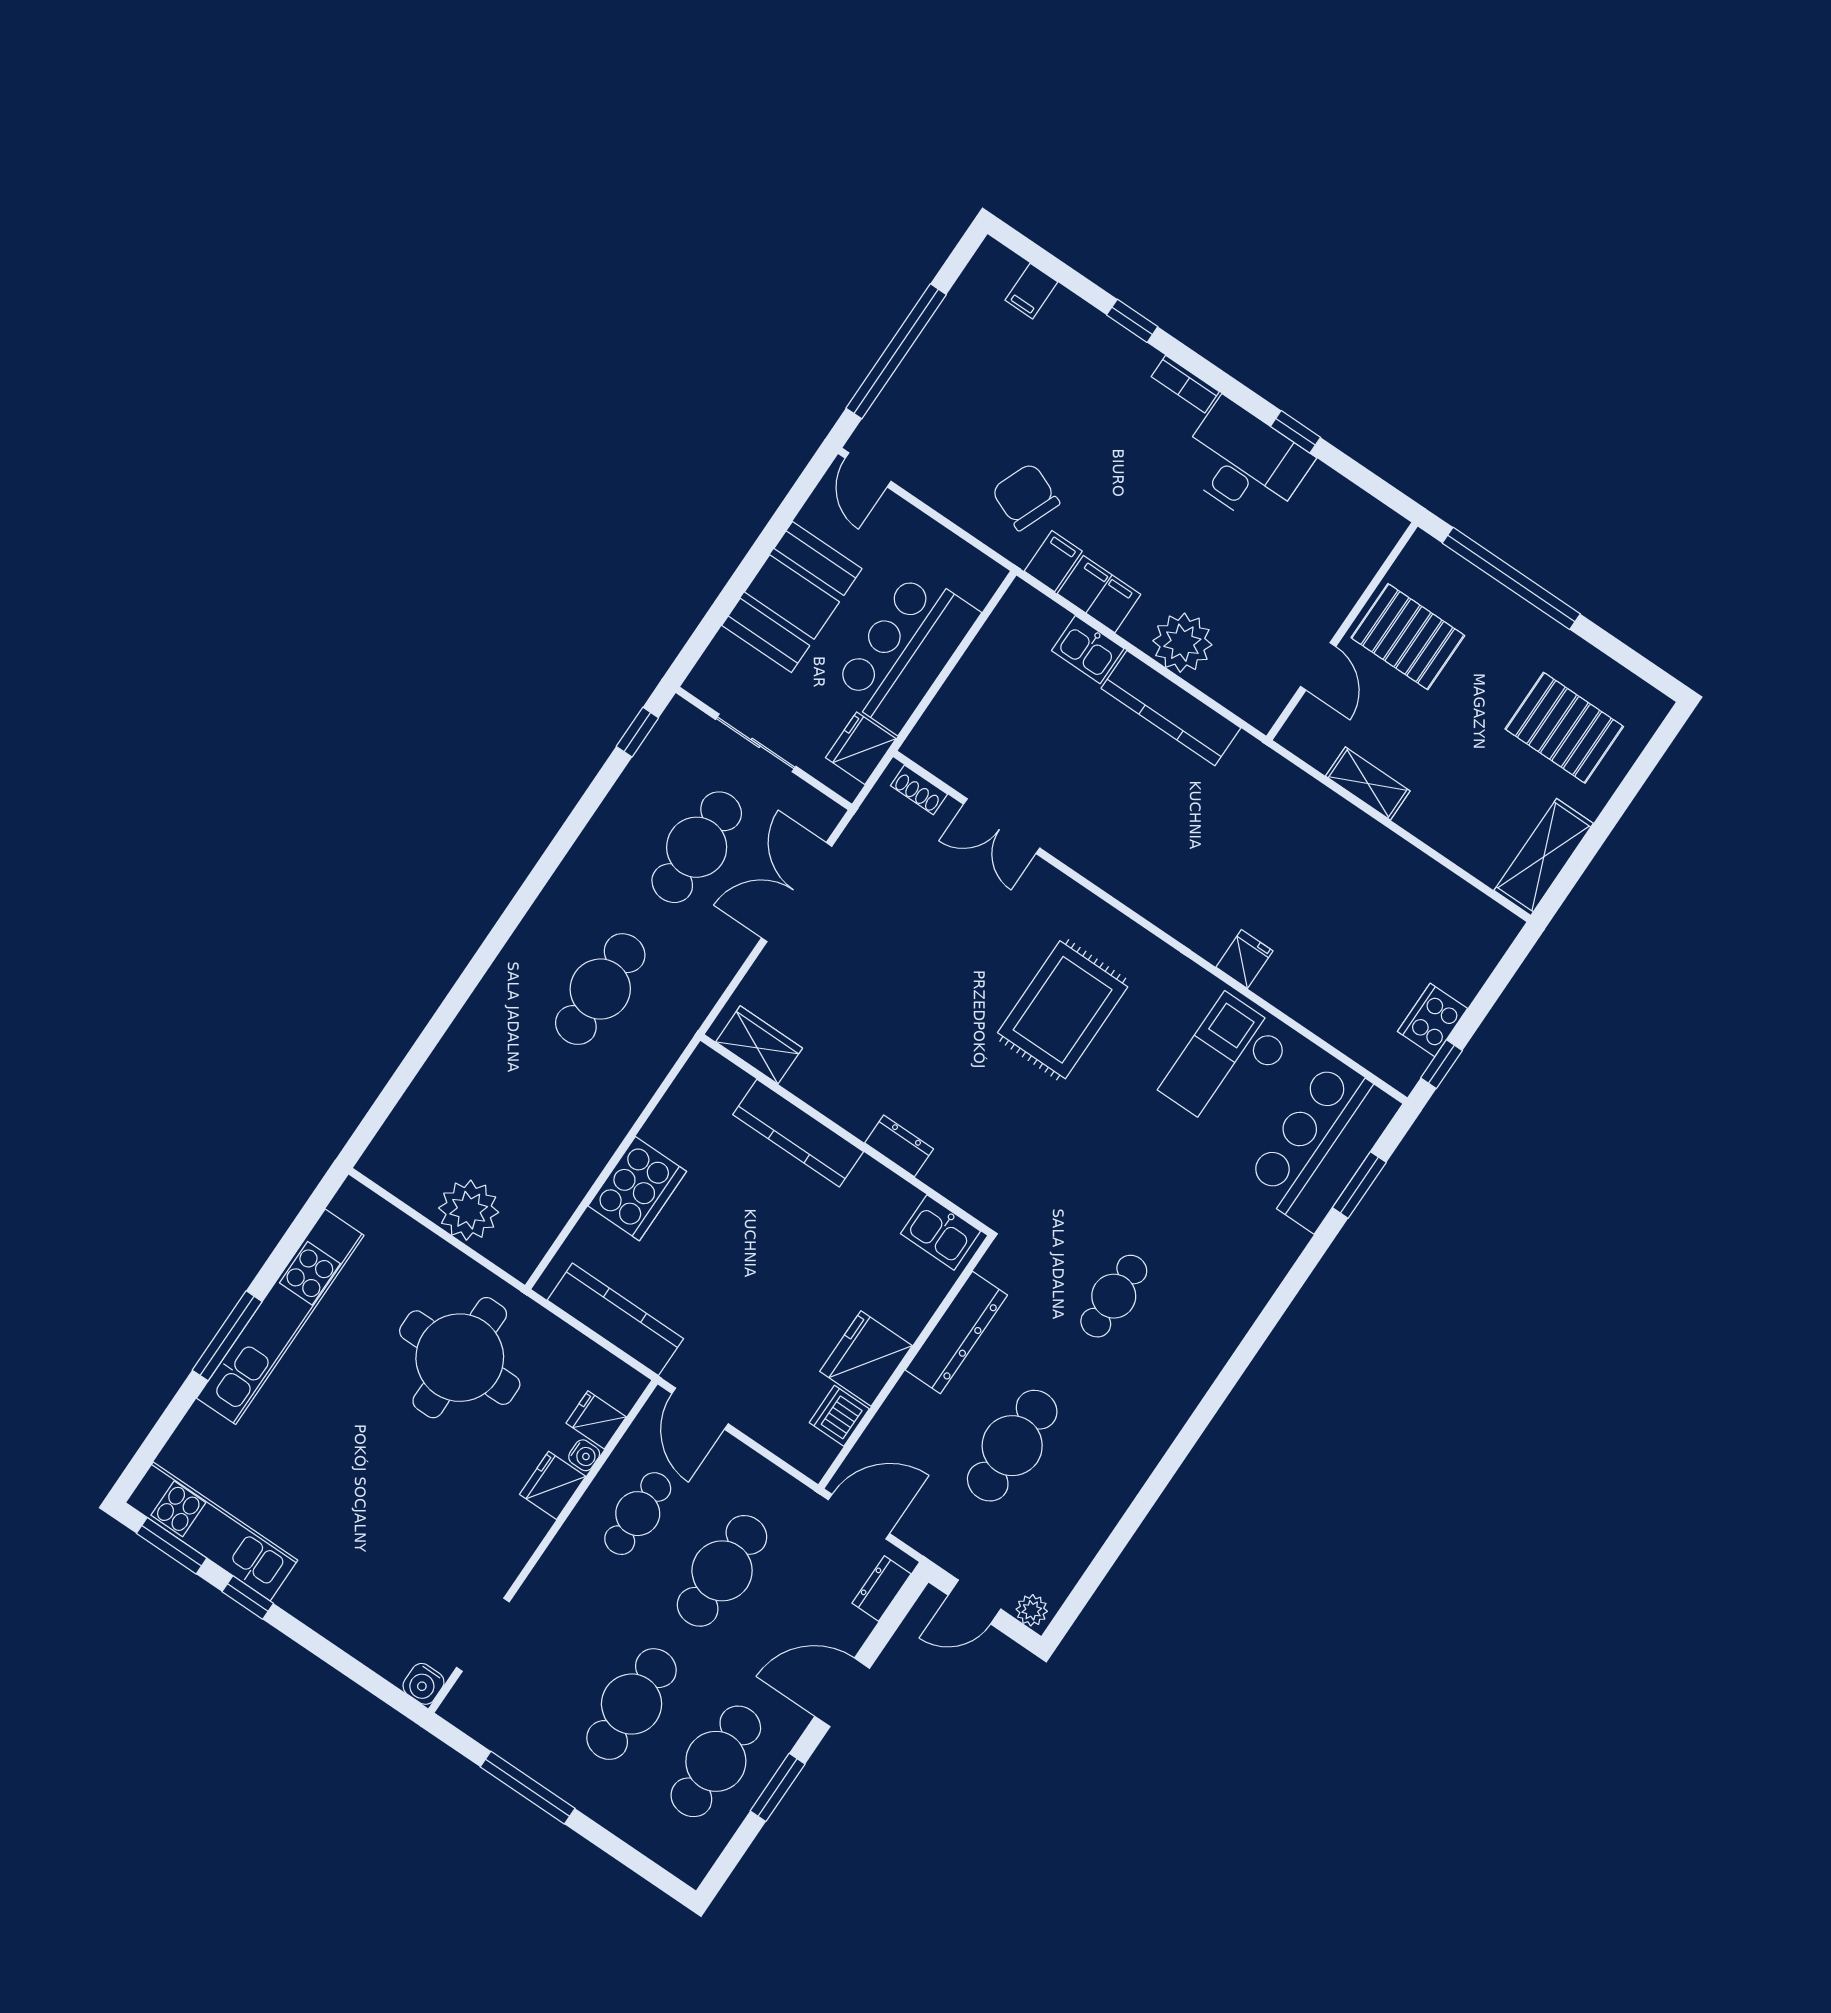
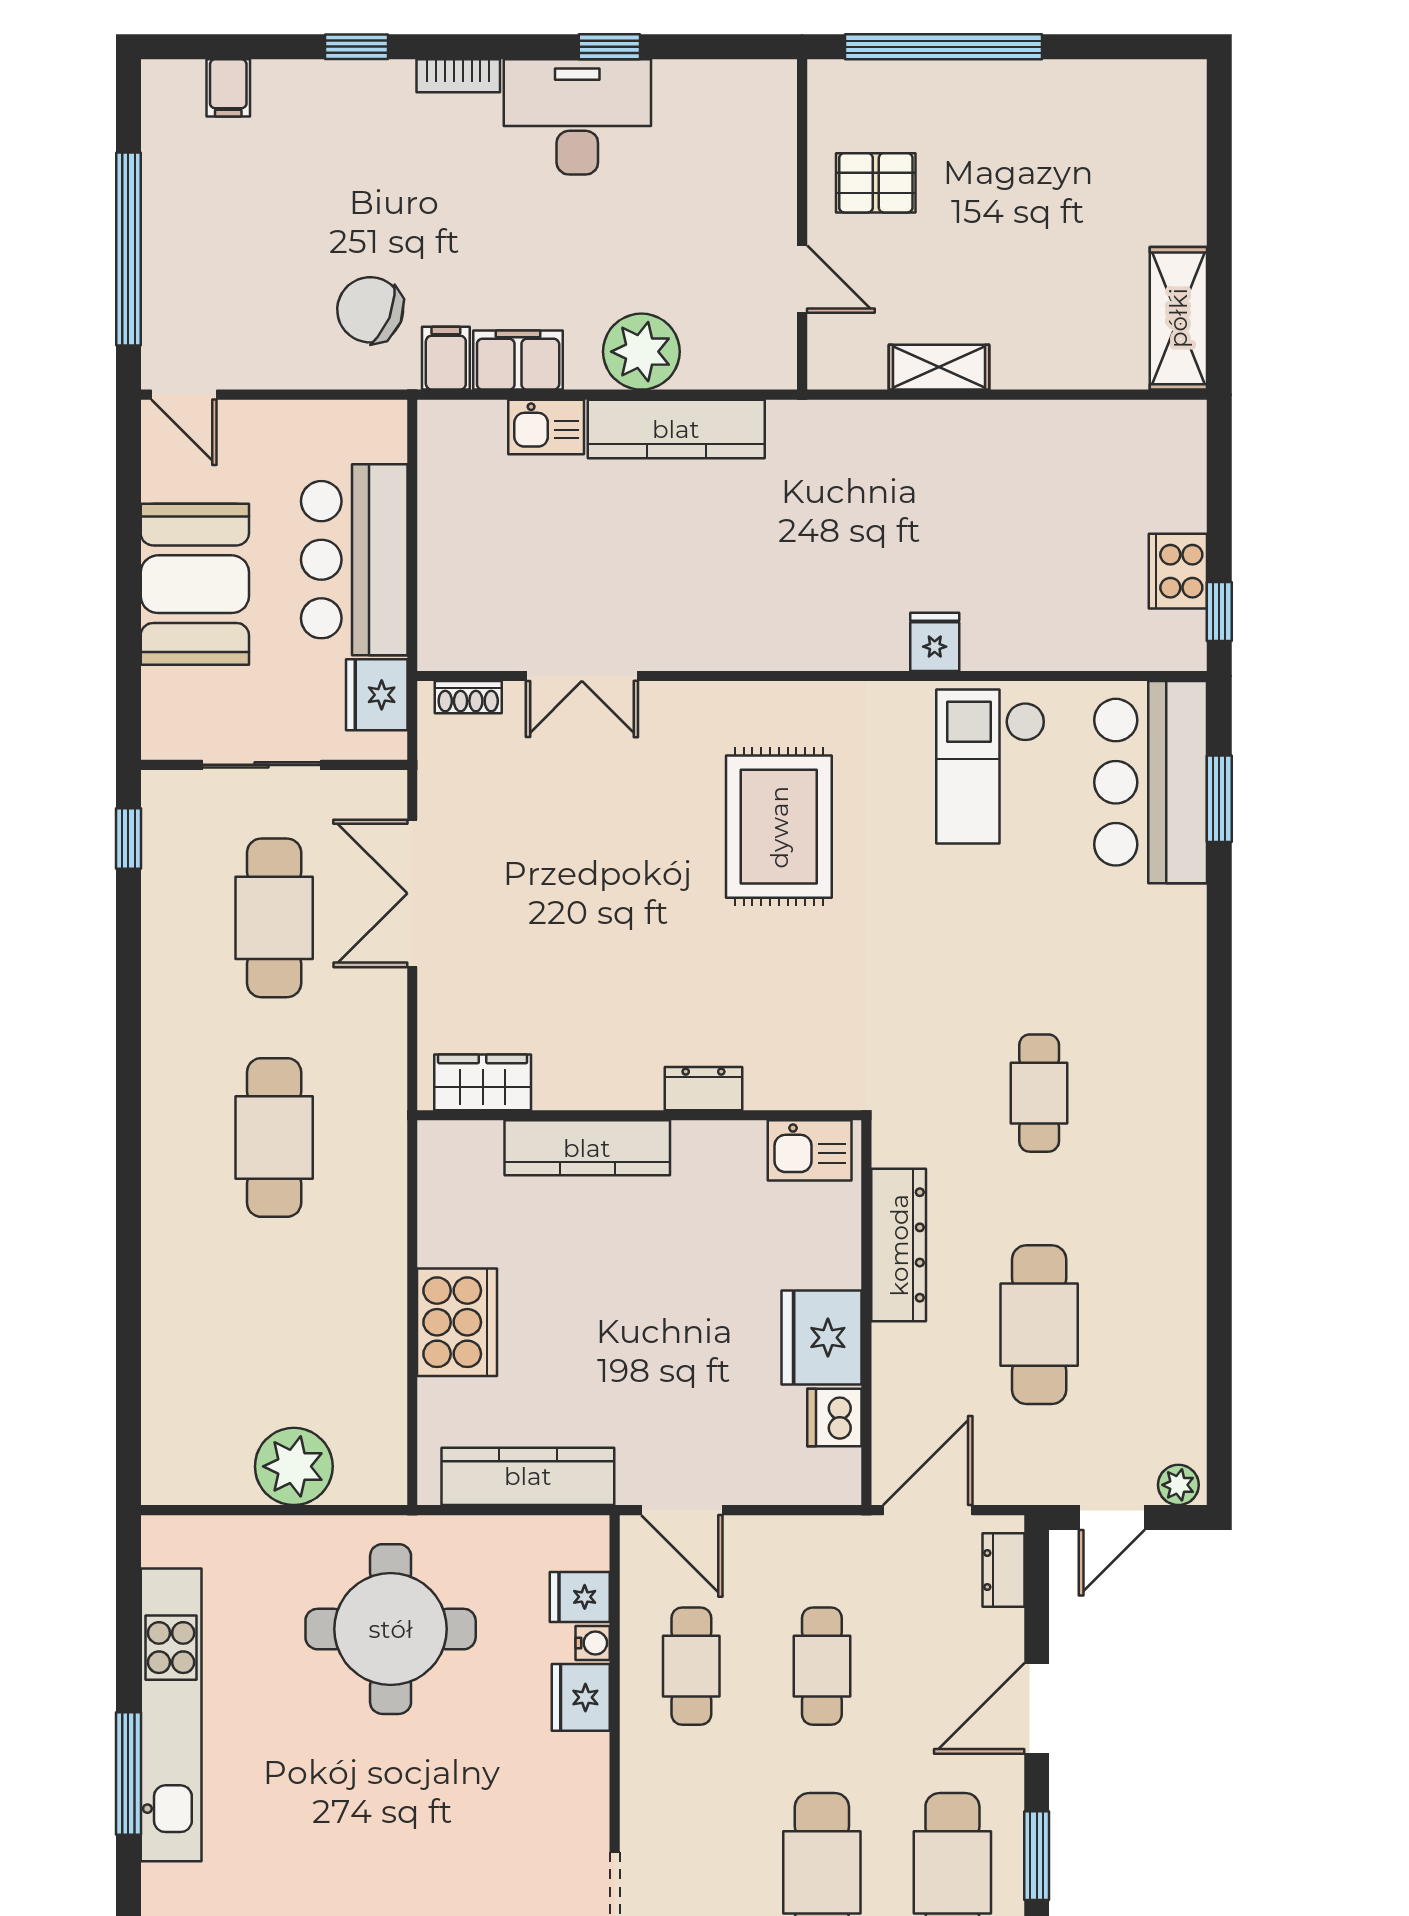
pallet: (1408, 637) -> (876, 183), width x0.67, depth x0.71
pallet: (1564, 728) -> (1107, 167), removed
cafe table: (722, 1571) -> (822, 1666), width x0.73, depth x0.74

